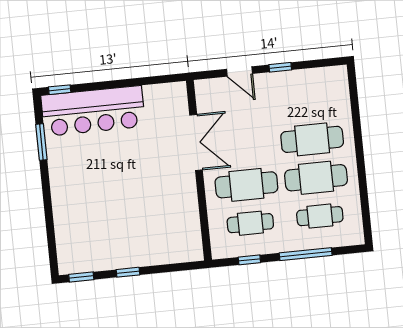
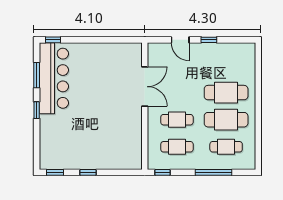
bar counter: (93, 111) -> (54, 78), moved, turned -90
cafe table: (246, 185) -> (177, 120), width x0.73, depth x0.74
window: (46, 191) -> (37, 110), added
window: (249, 260) -> (162, 172), moved

